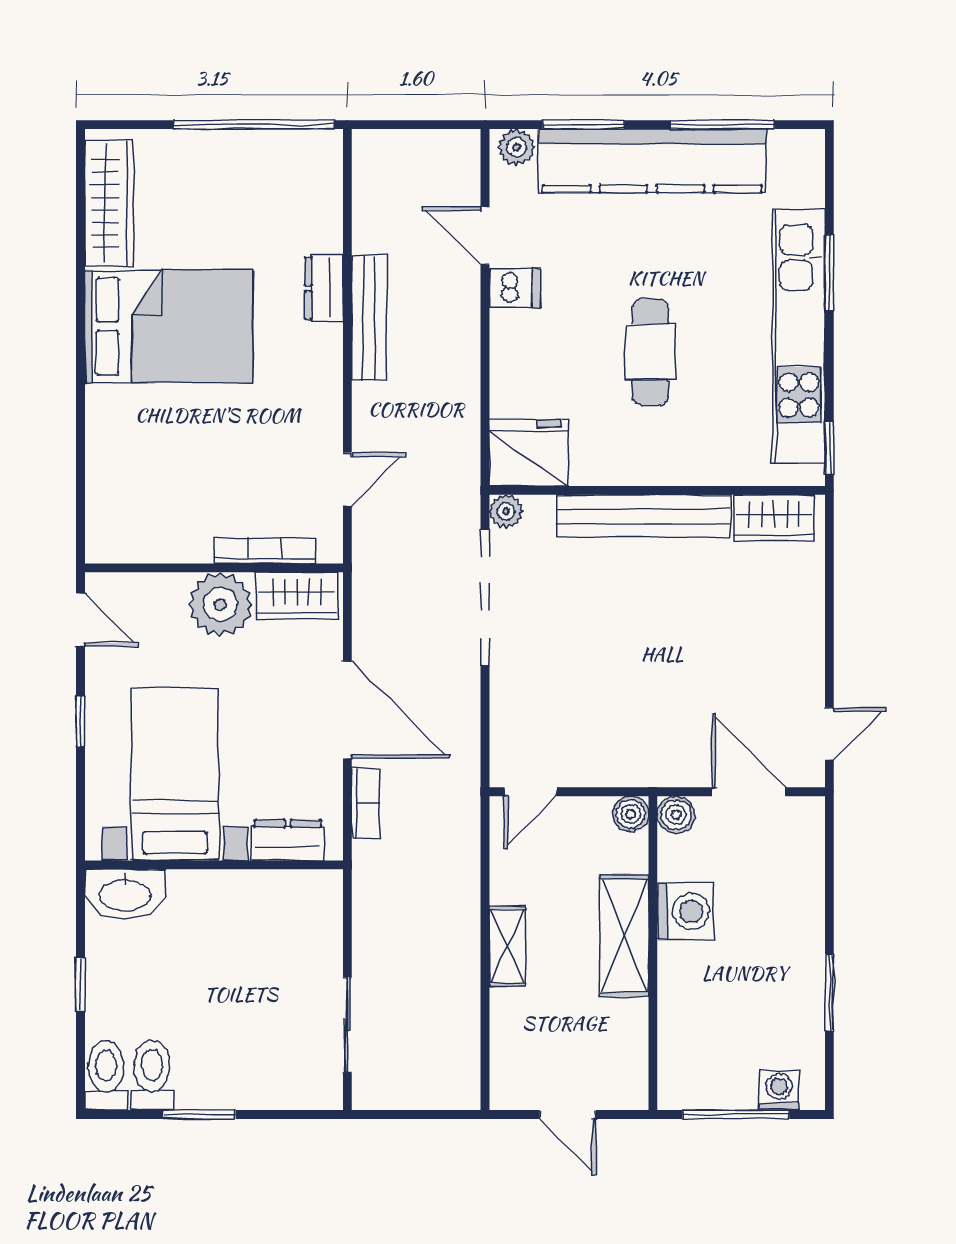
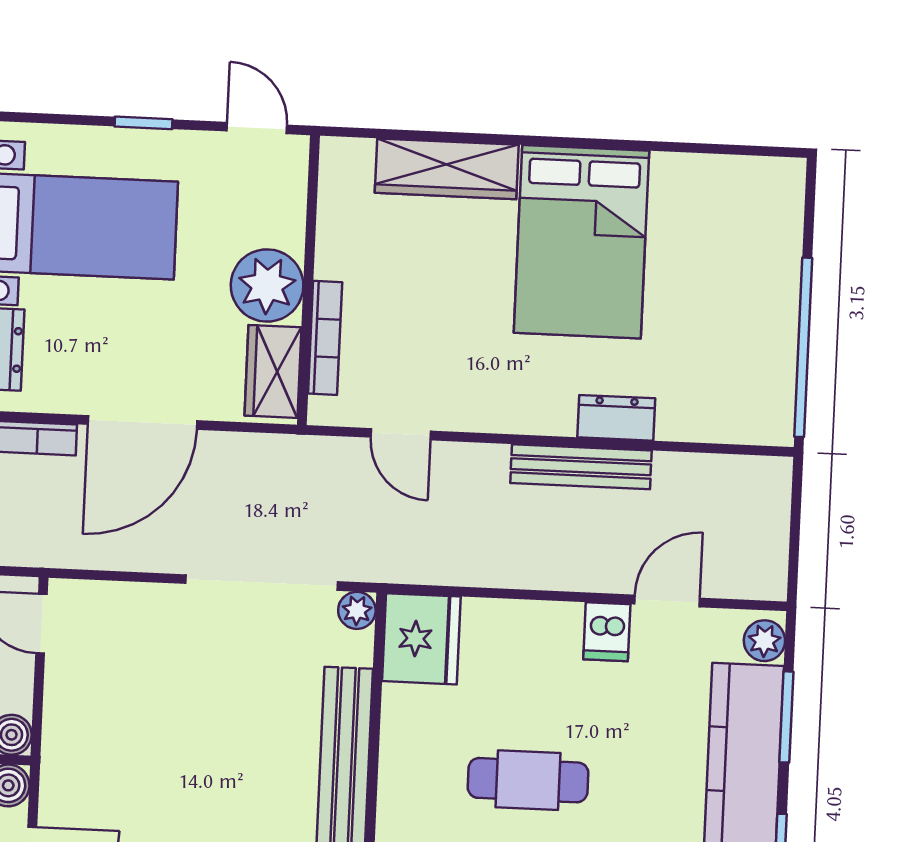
wardrobe: (109, 203) -> (447, 169), moved
door: (80, 620) -> (257, 128), swing flipped

